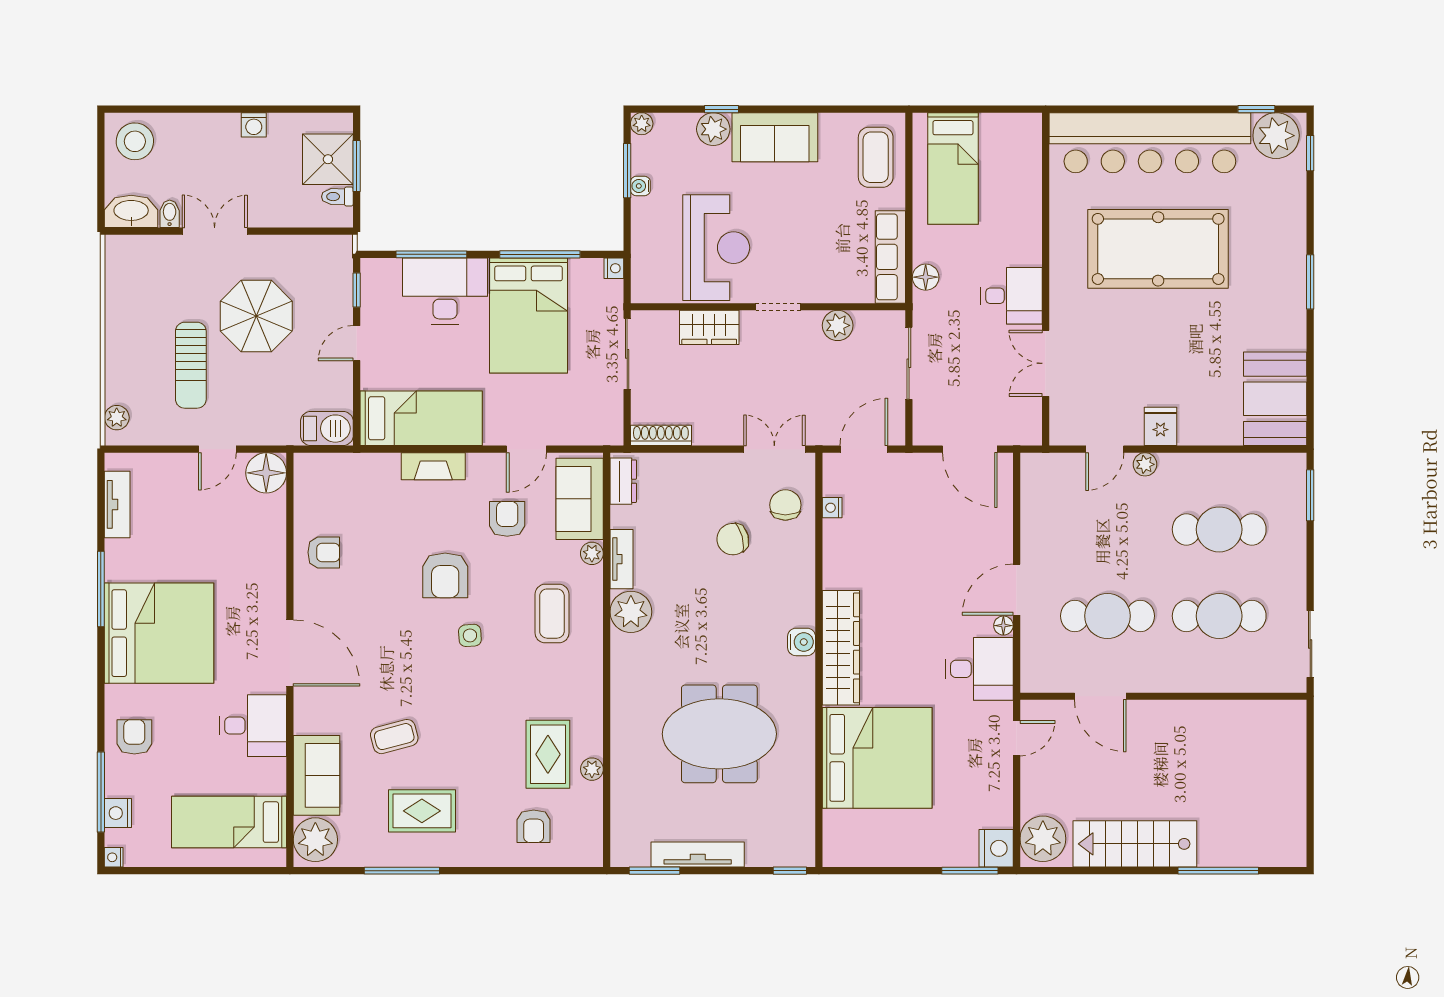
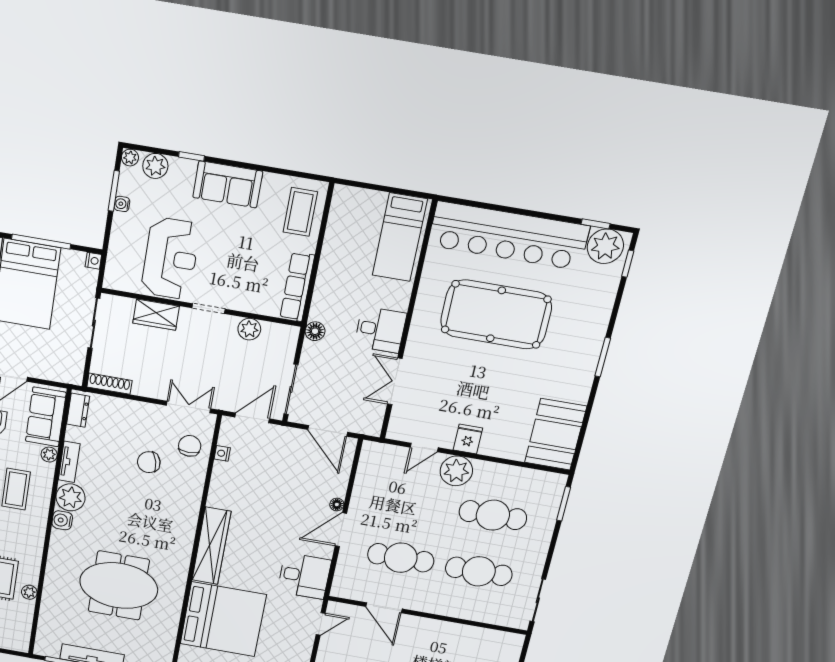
plant: (713, 129) -> (155, 166), moved
bed: (953, 169) -> (400, 237), moved
floor lamp: (926, 277) -> (315, 331), moved
sliding door: (909, 363) -> (291, 389), moved
plant: (1145, 464) -> (456, 471), width x1.87, depth x1.87
floor lamp: (1003, 626) -> (337, 504), moved
water cooler: (802, 642) -> (62, 520), moved, turned 180

